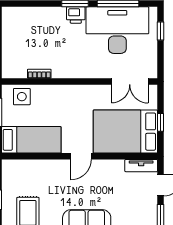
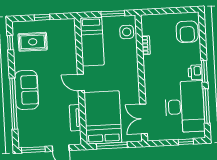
armchair: (25, 22) -> (187, 32), added
window: (160, 122) -> (112, 146), width x2.17
tv unit: (141, 166) -> (75, 118), moved

